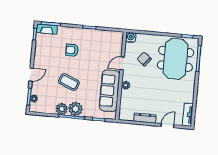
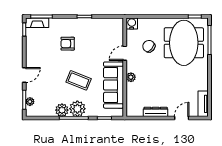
coffee table: (69, 82) -> (79, 80), moved

